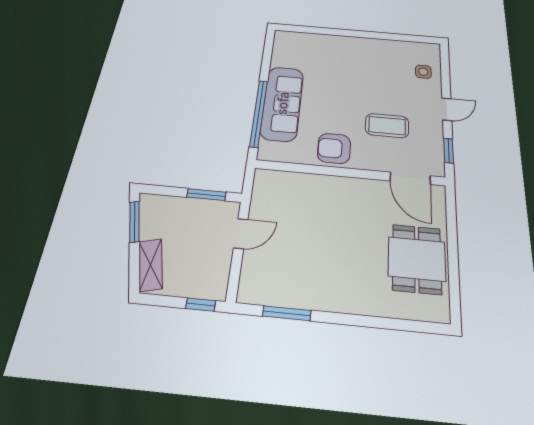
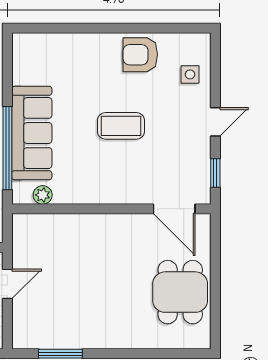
coffee table: (387, 126) -> (121, 126), moved
armchair: (334, 148) -> (140, 55), moved
plant: (286, 155) -> (43, 195), added

